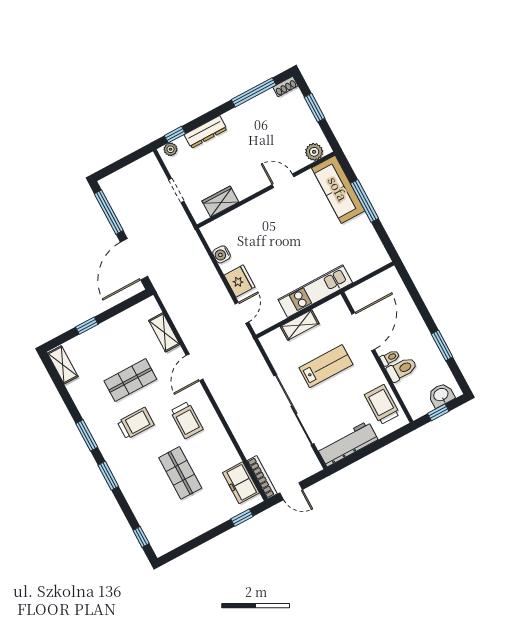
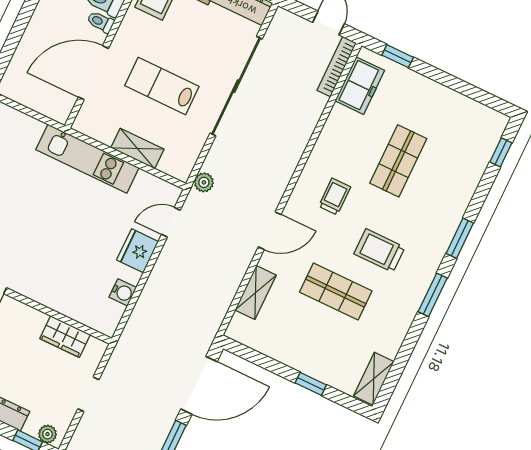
plant: (251, 349) -> (204, 182), added
trolley: (187, 420) -> (335, 197), width x0.73, depth x0.72

